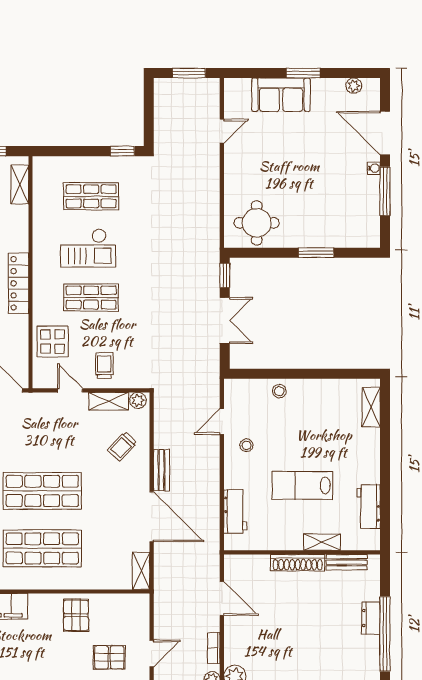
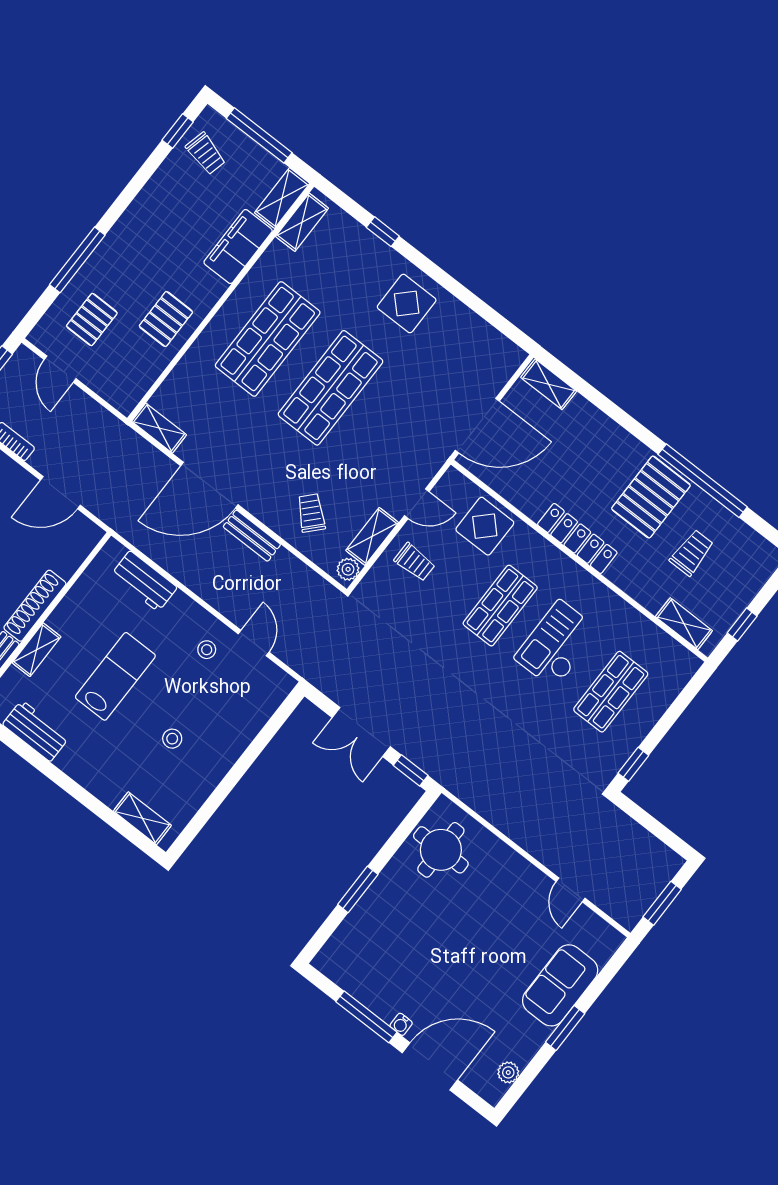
stool: (279, 391) -> (172, 739), moved
pallet: (76, 615) -> (166, 319), turned 90

